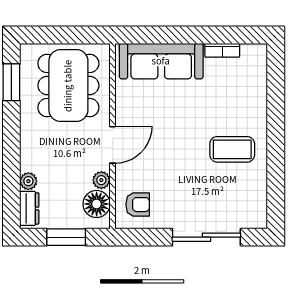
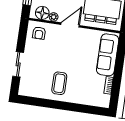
door: (113, 145) -> (70, 25), swing flipped
sliding door: (206, 237) -> (18, 64), width x0.73

